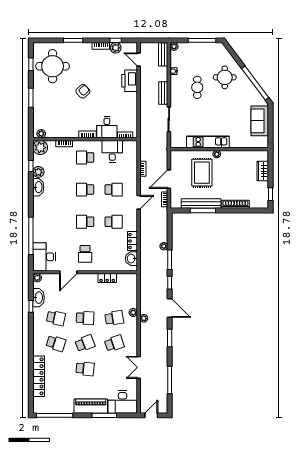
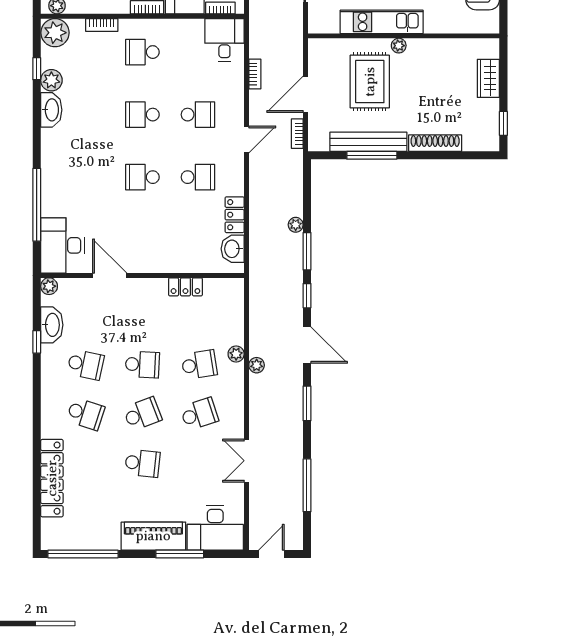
desk: (112, 151) -> (224, 40), moved
school desk: (85, 254) -> (142, 240), removed
door: (68, 272) -> (110, 275), swing flipped

